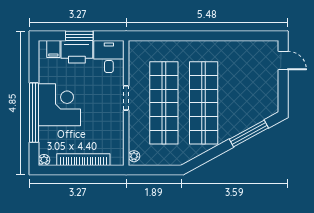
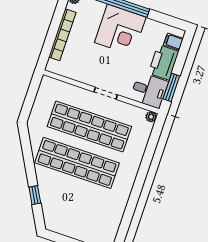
window: (79, 36) -> (171, 87), moved
window: (249, 133) -> (35, 195), width x0.46
plant: (134, 156) -> (151, 117), moved

